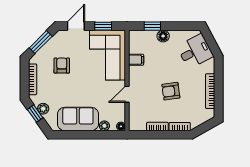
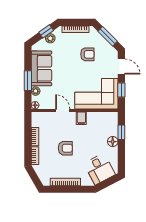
filing cabinet: (136, 60) -> (81, 118), moved
armchair: (171, 91) -> (65, 148), turned 98
window: (92, 135) -> (28, 81), added

